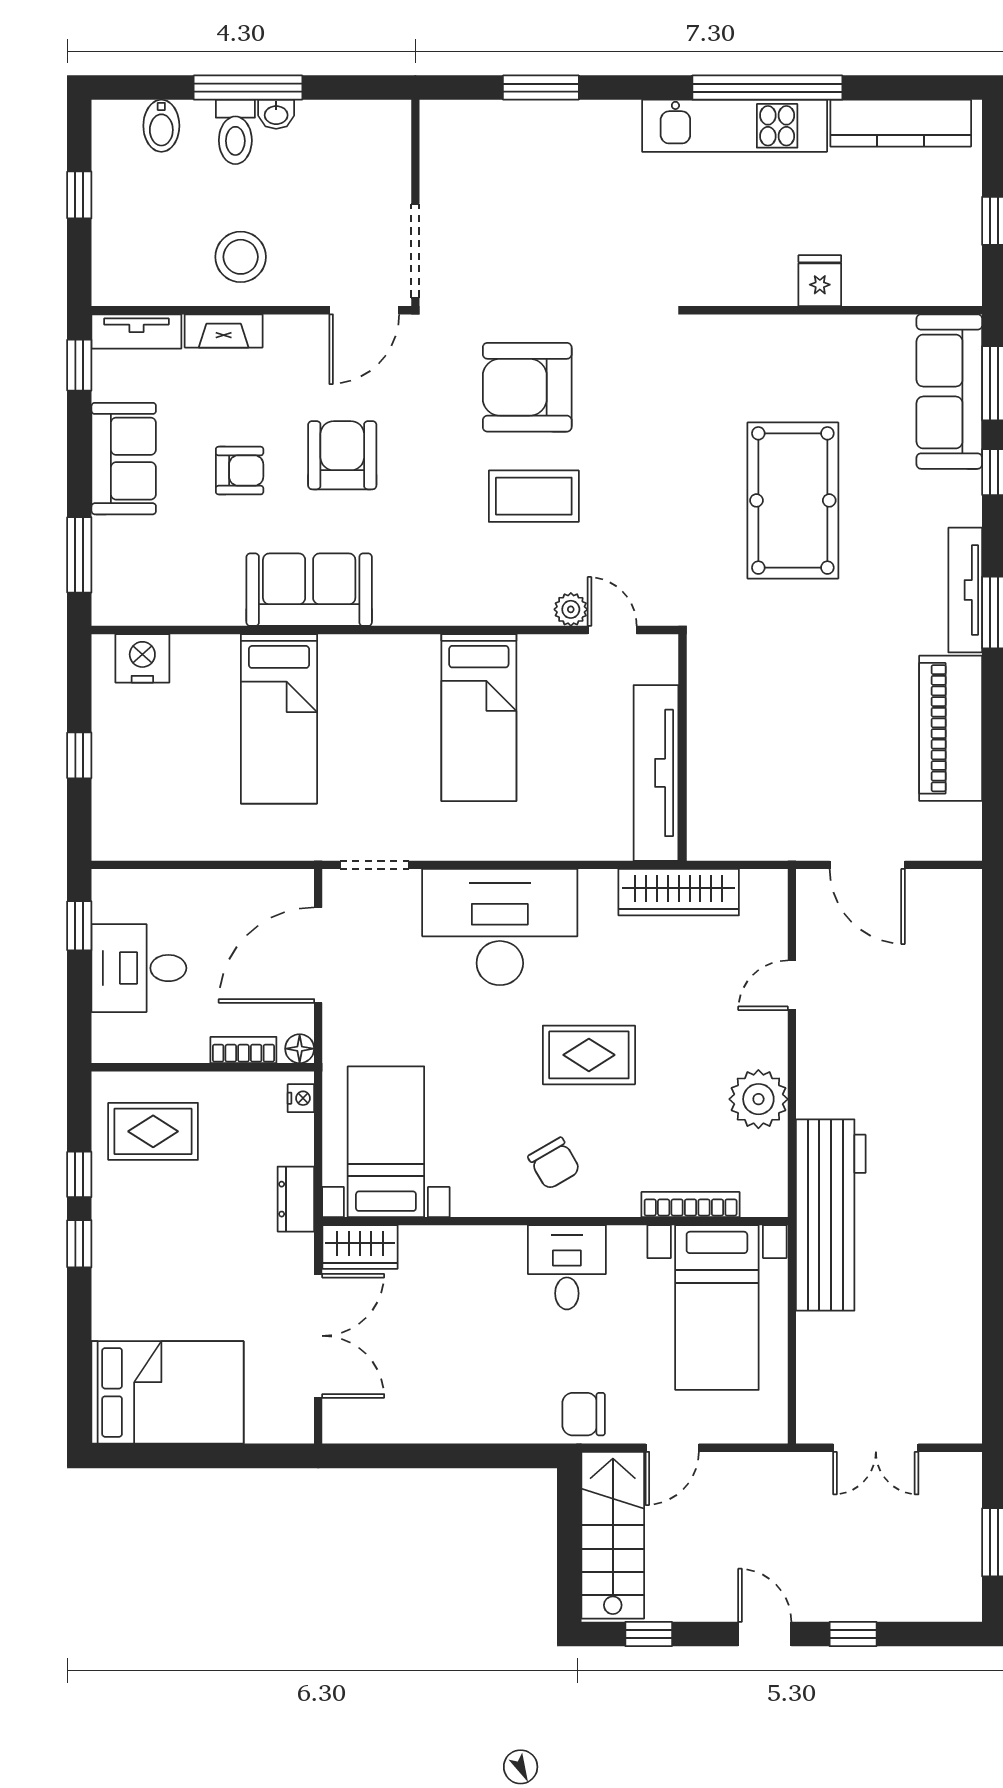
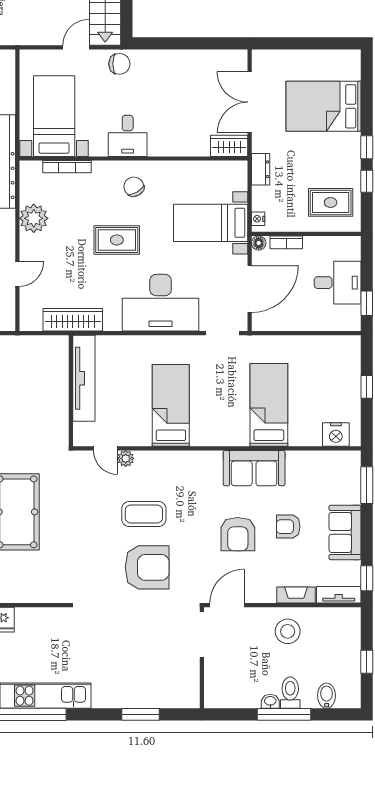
bed with nightstands: (386, 1142) -> (211, 223), moved, turned 90
bed: (168, 1392) -> (323, 106), moved

